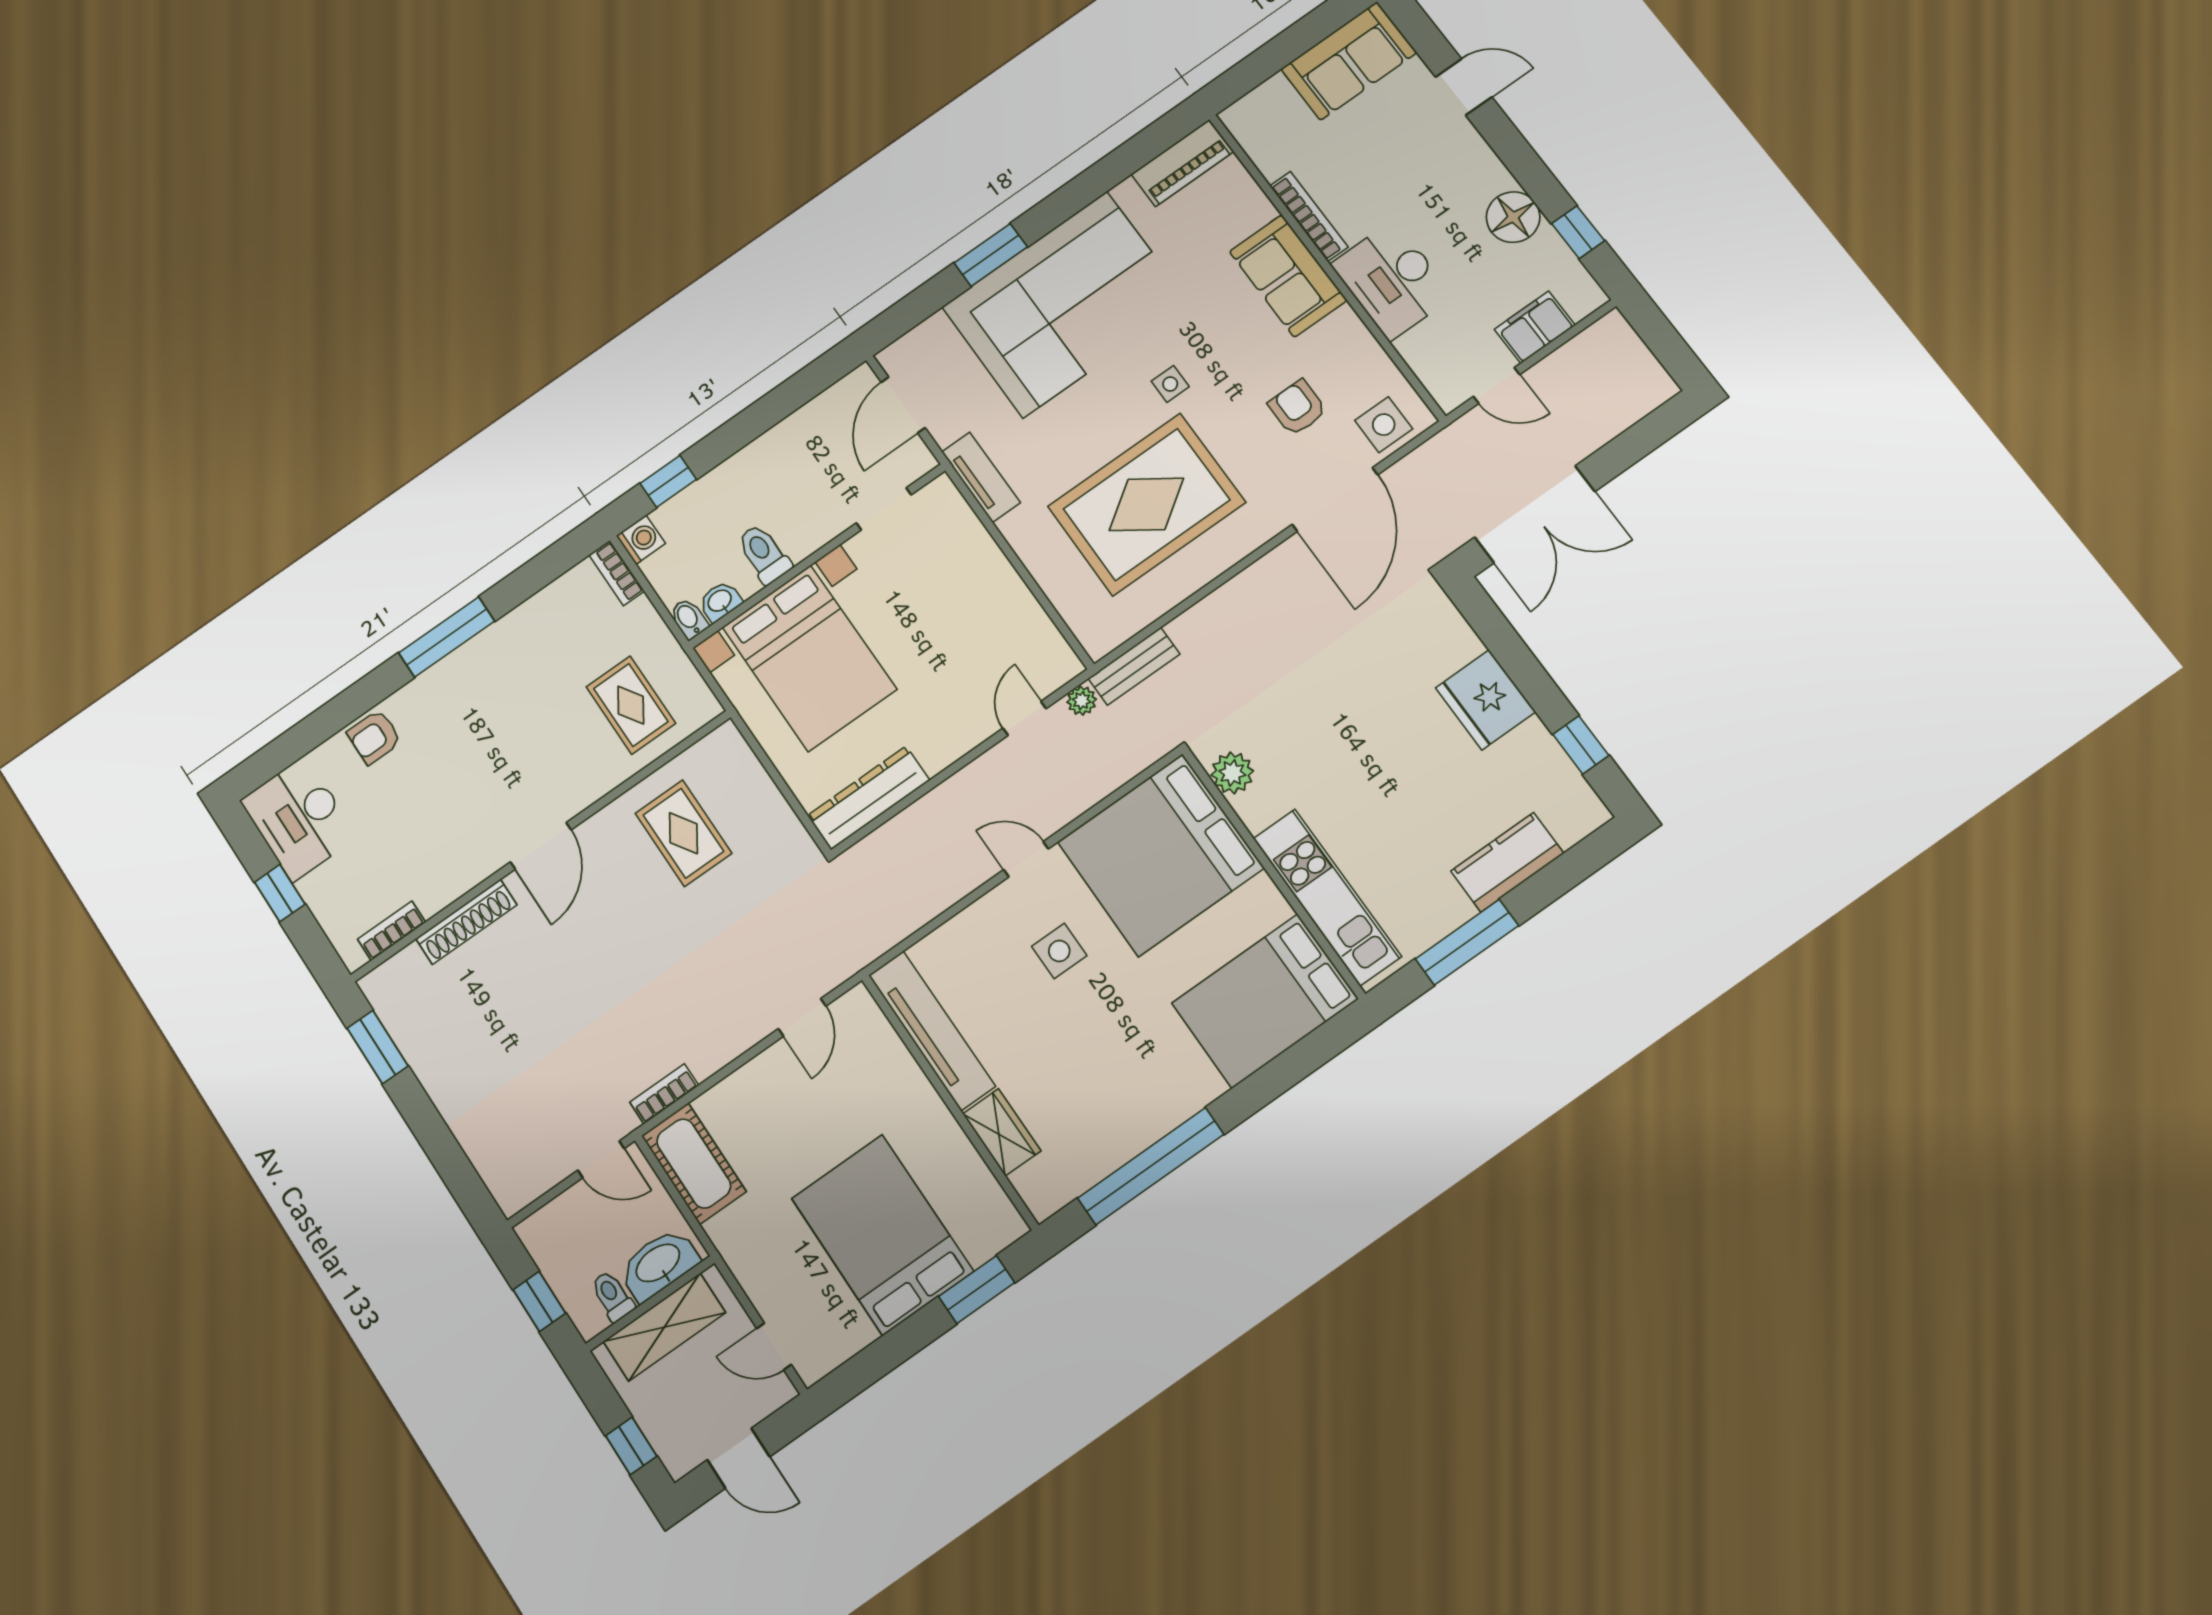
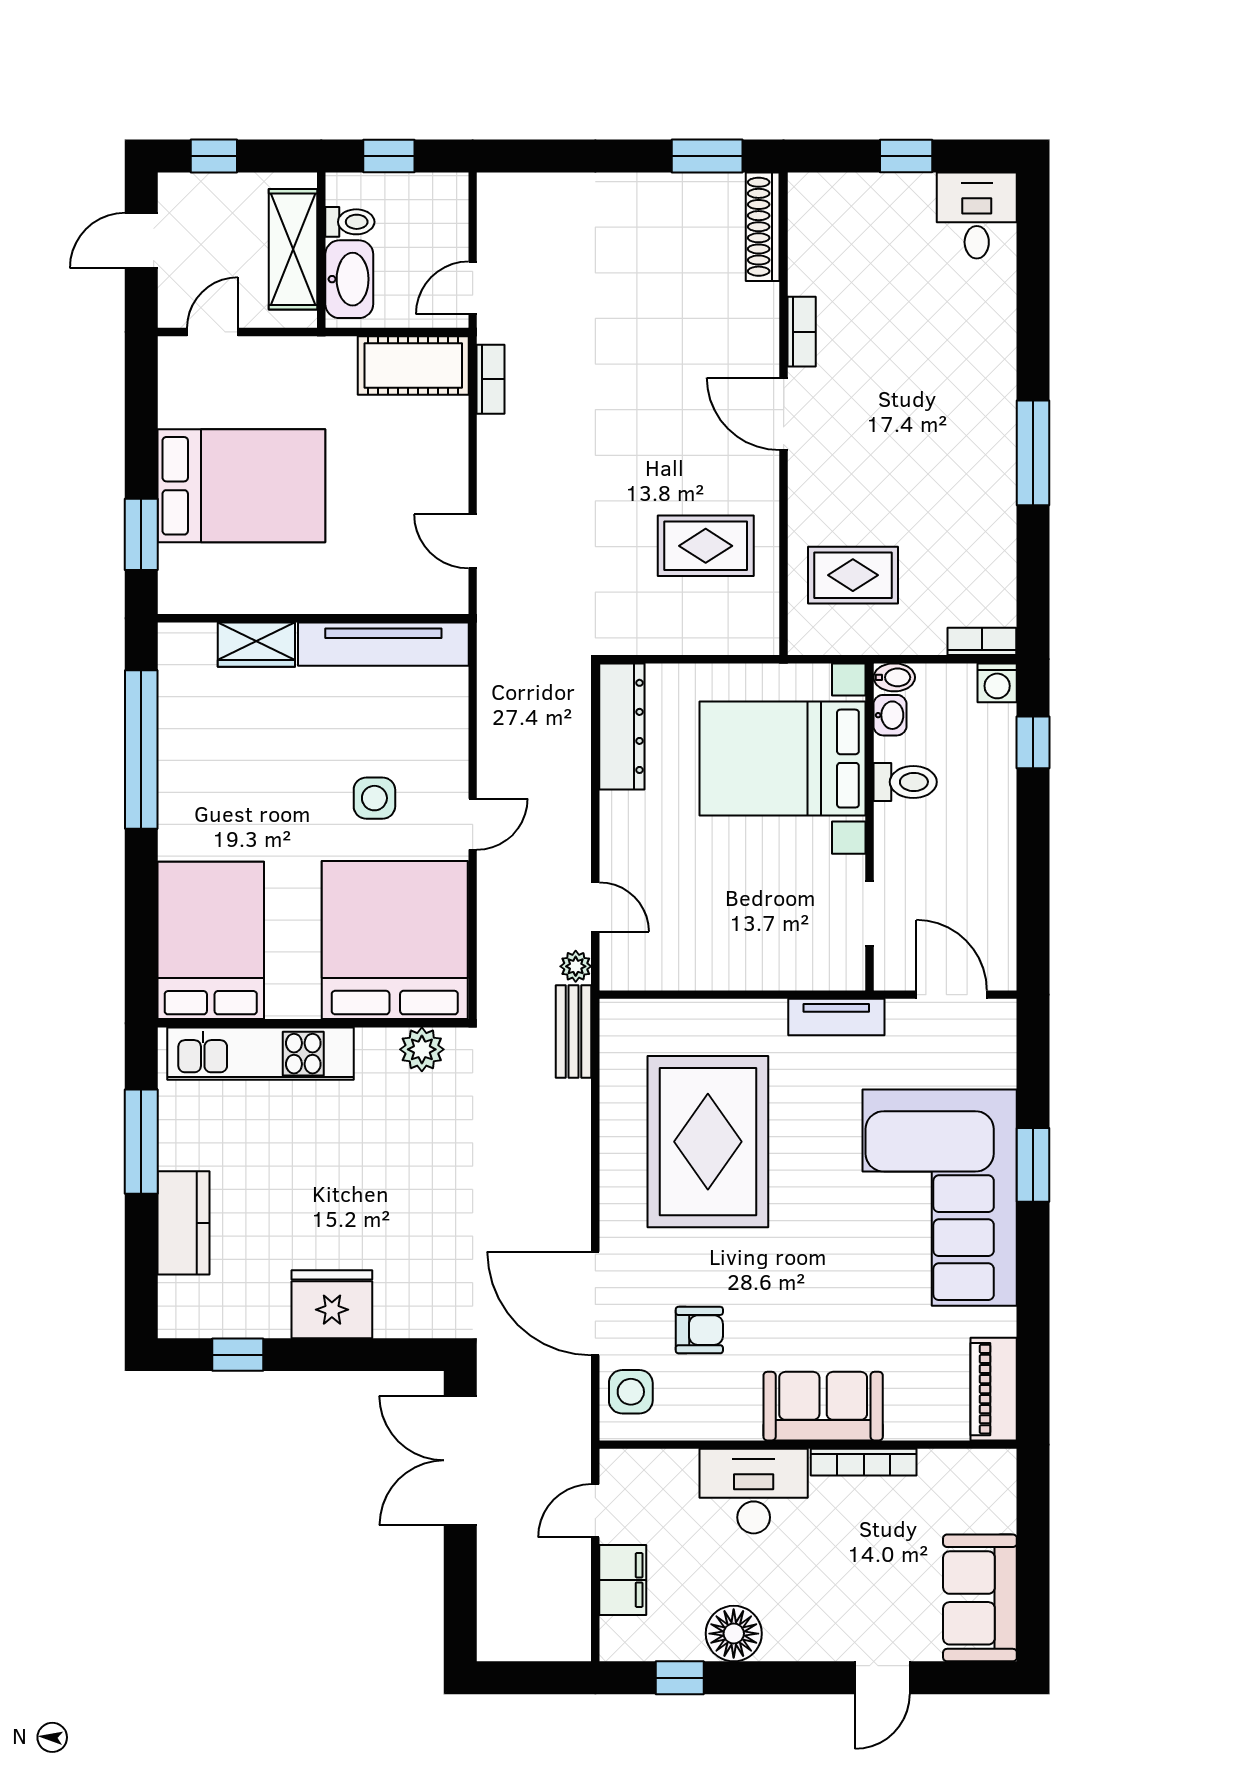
side table: (1170, 384) -> (800, 1237), removed
armchair: (374, 737) -> (988, 330), removed
desk: (299, 819) -> (977, 215), width x0.73
shoe rack: (466, 922) -> (763, 227), moved
bookcase: (392, 931) -> (802, 332), moved

